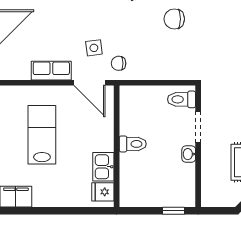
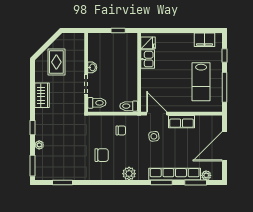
chair: (119, 63) -> (121, 130), moved
lab bench: (42, 135) -> (201, 82), moved
toilet: (133, 144) -> (129, 106), moved
window: (173, 211) -> (118, 31), moved

